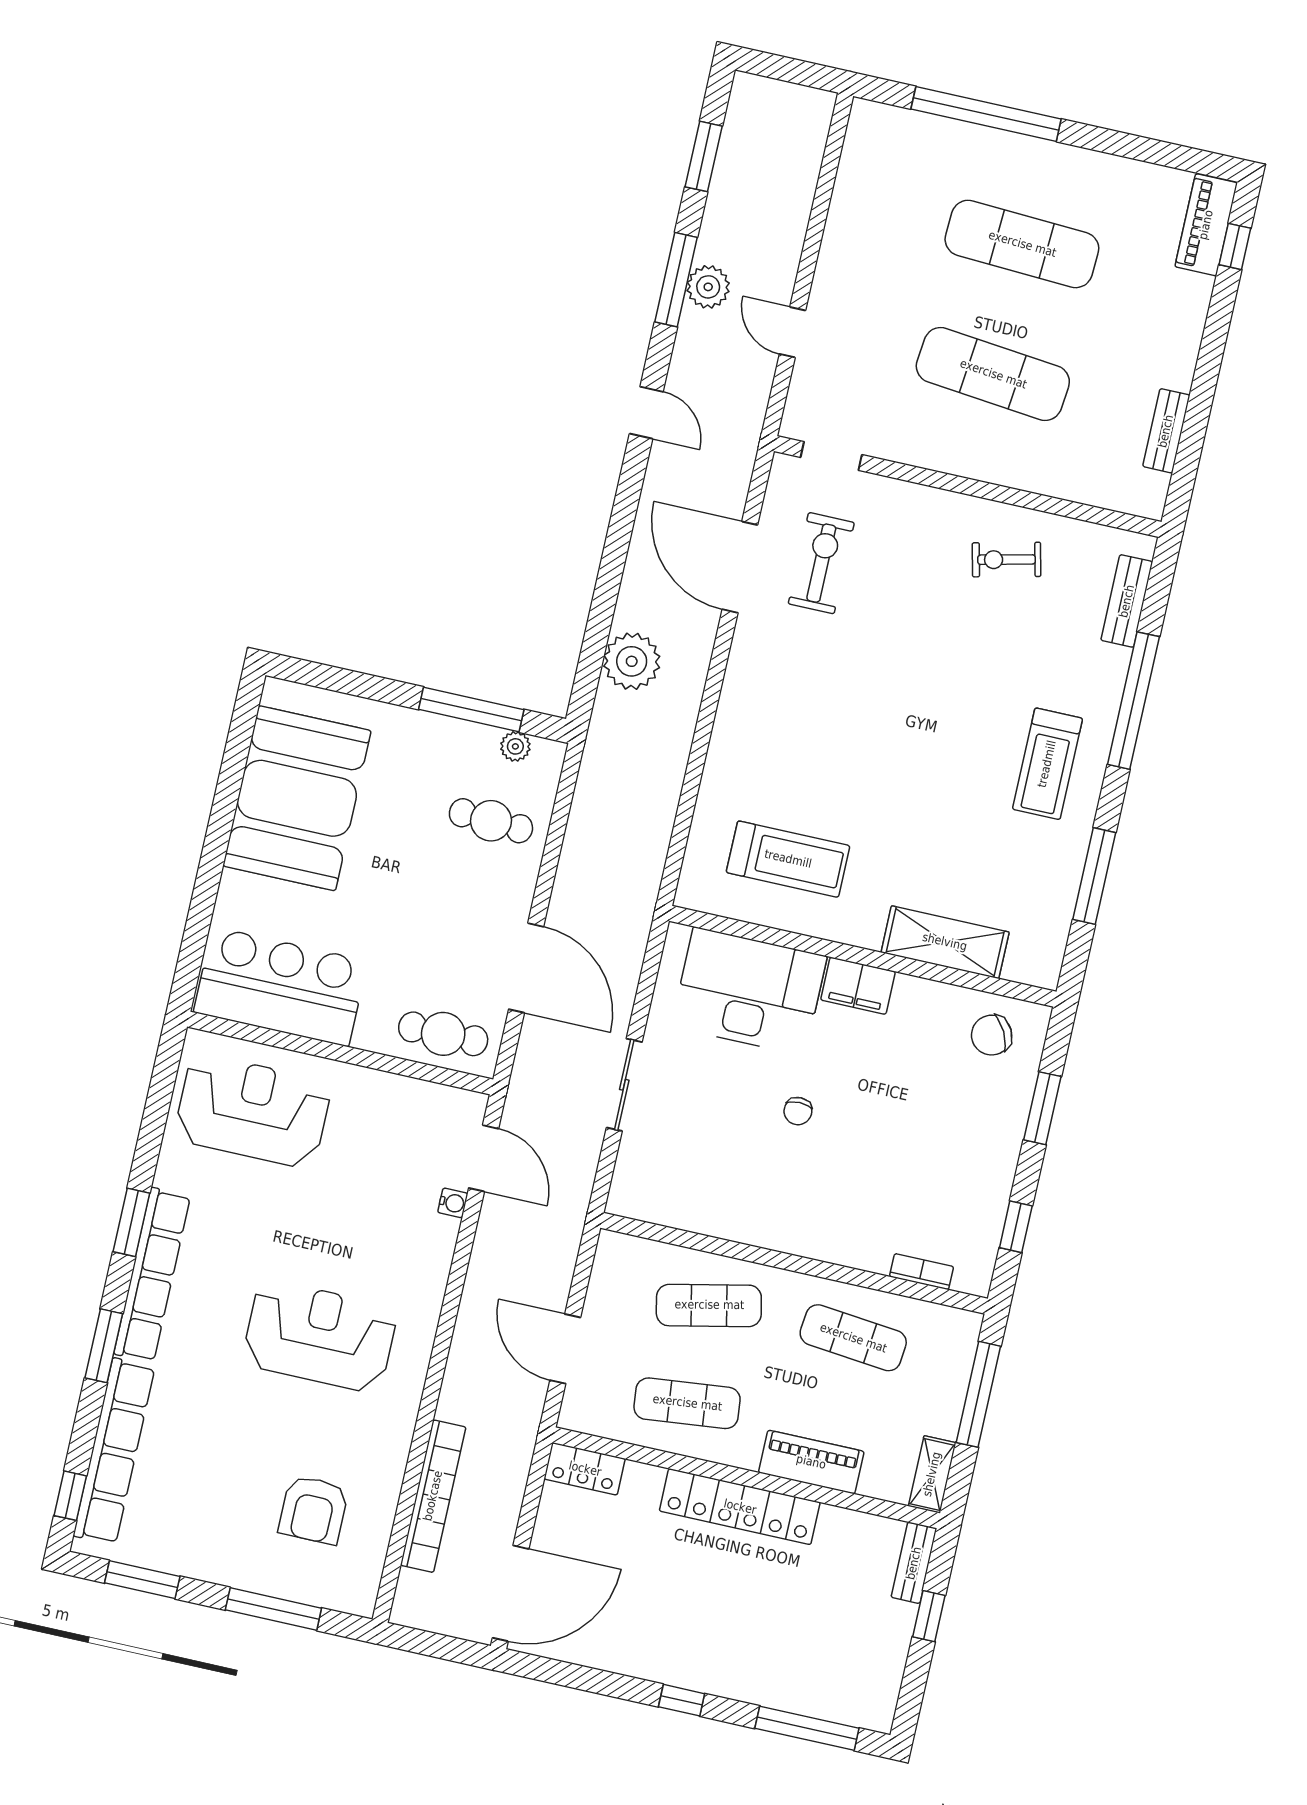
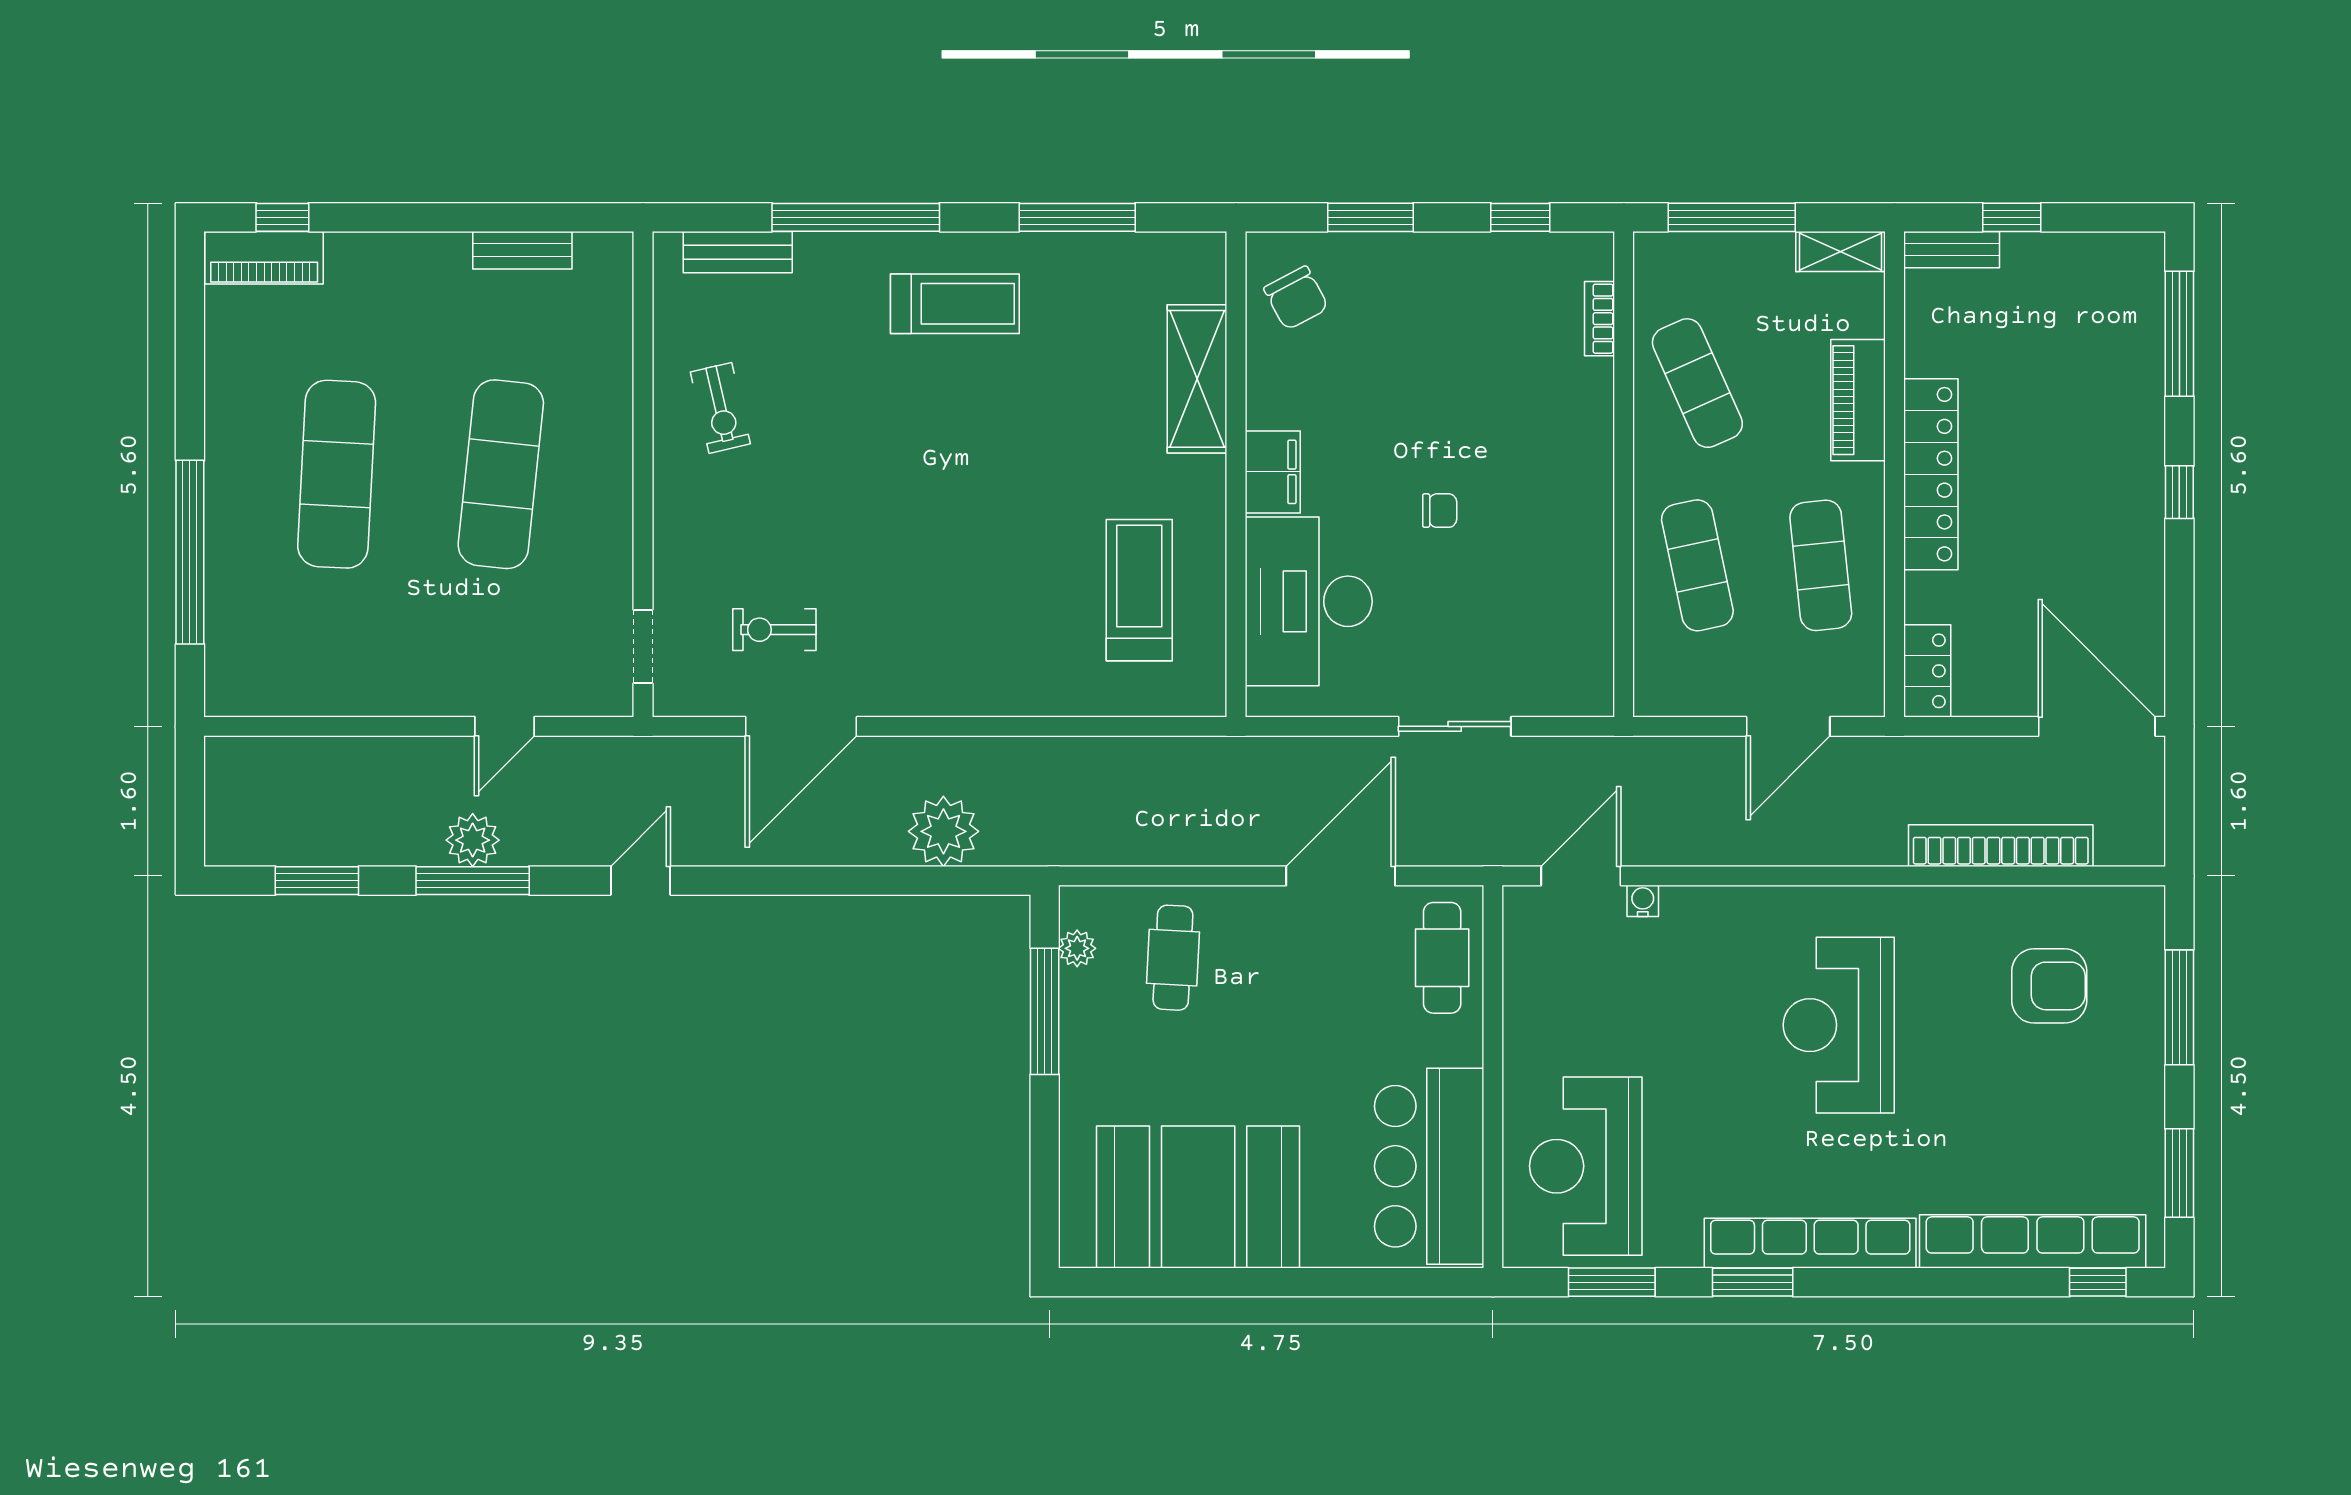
exercise bike: (821, 563) -> (774, 630), width x0.73, depth x0.72
exercise mat: (853, 1338) -> (1697, 383), turned -30
window: (104, 1346) -> (1612, 1282), moved

